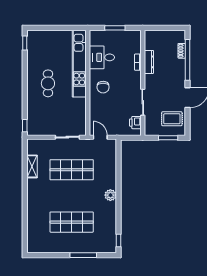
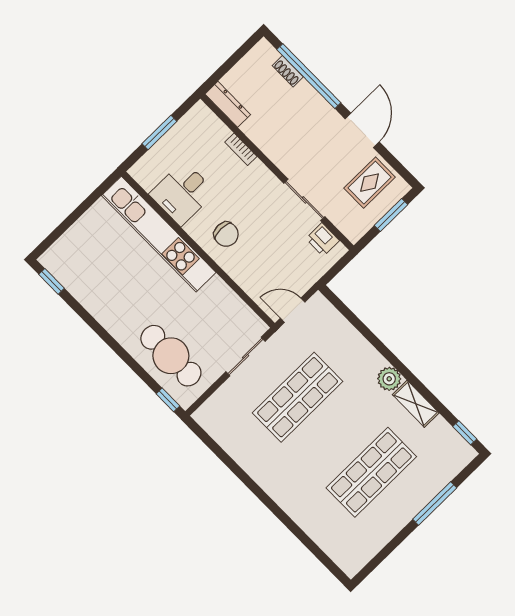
dresser: (149, 62) -> (228, 104), moved
cafe table: (48, 83) -> (171, 356), moved, width x1.37, depth x1.35
shelving: (32, 166) -> (416, 404), moved

